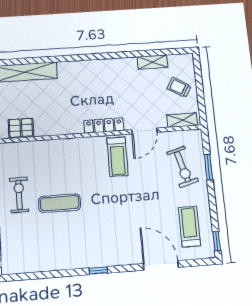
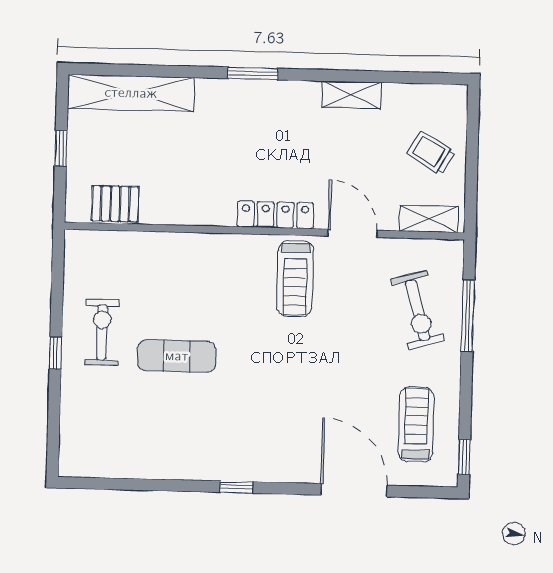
window: (85, 57) -> (253, 73), added
shelving: (152, 62) -> (351, 95), moved
door: (144, 131) -> (353, 233), swing flipped
window: (208, 167) -> (468, 316), width x1.44

